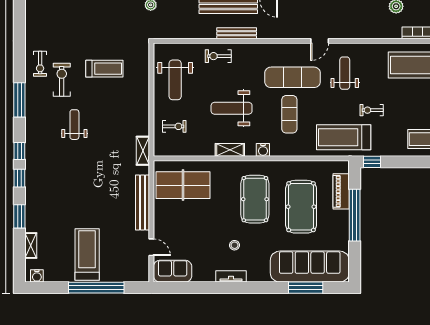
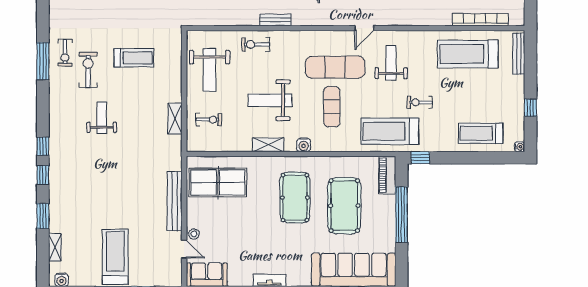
bench: (237, 33) -> (275, 20), width x0.73
window: (19, 100) -> (43, 61), moved
shelving: (143, 151) -> (175, 119), moved
piano: (341, 191) -> (387, 175), moved
stool: (235, 245) -> (194, 234), moved

